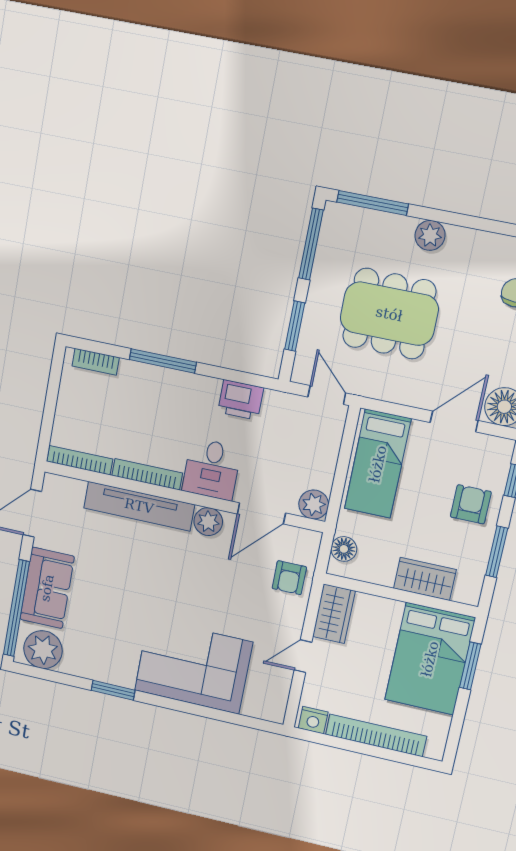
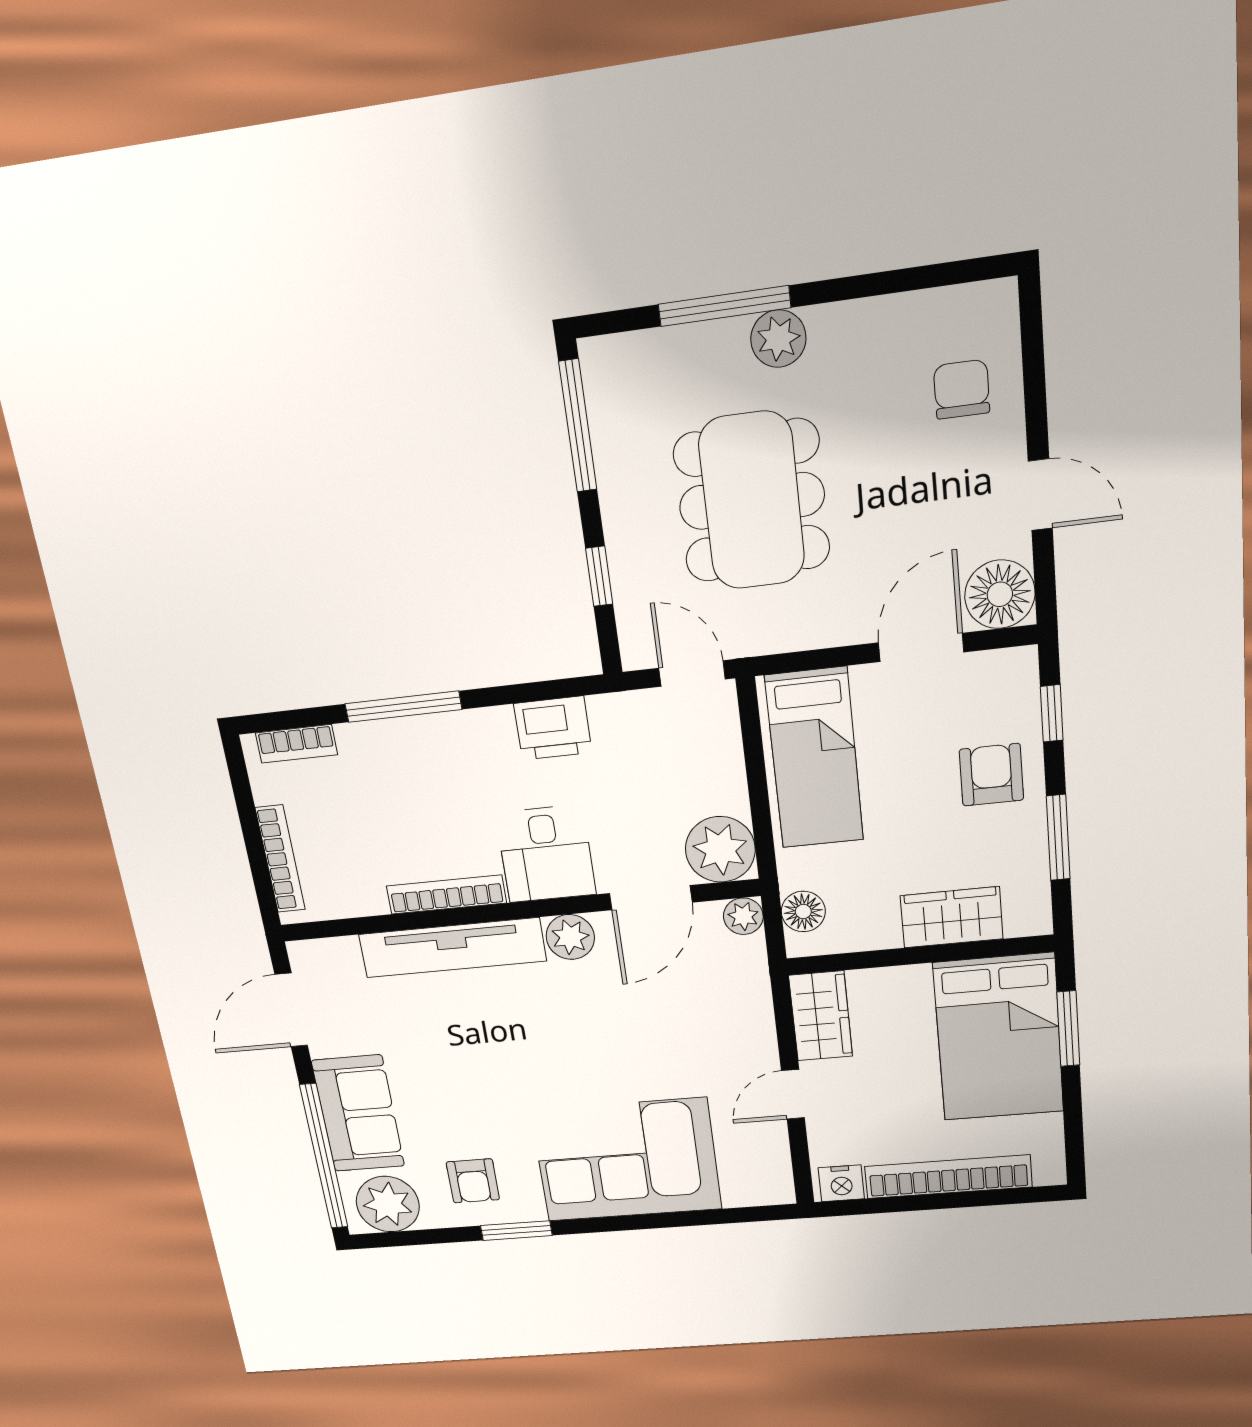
window: (373, 203) -> (724, 306), moved
dining table: (389, 314) -> (752, 501), turned 90
window: (295, 326) -> (599, 576), width x0.67
bookcase: (80, 460) -> (280, 859), moved, turned 90
plant: (314, 505) -> (720, 849), width x1.36, depth x1.36
plant: (310, 541) -> (743, 916), added
armchair: (289, 578) -> (473, 1181), moved

